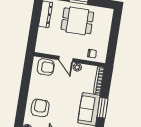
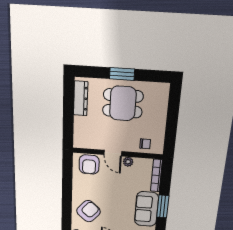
armchair: (46, 67) -> (89, 164), turned 90
armchair: (40, 108) -> (88, 211), turned 41

